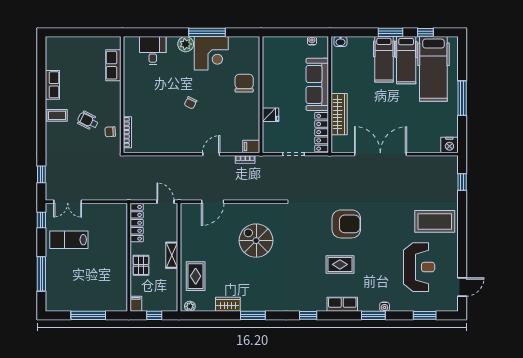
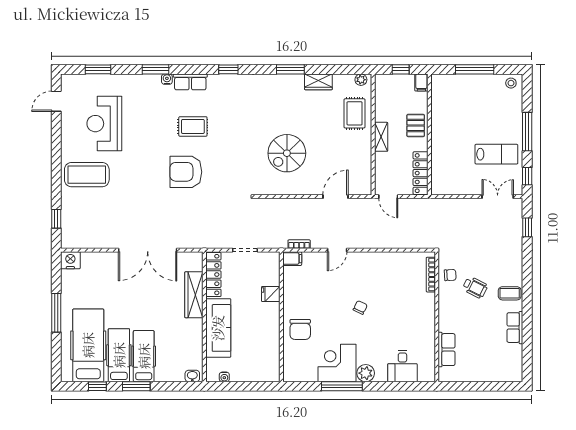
spiral stairs: (256, 241) -> (287, 153), turned 90
window: (41, 274) -> (527, 132), moved
stool: (56, 303) -> (511, 83), added
water cooler: (385, 307) -> (167, 79), moved

